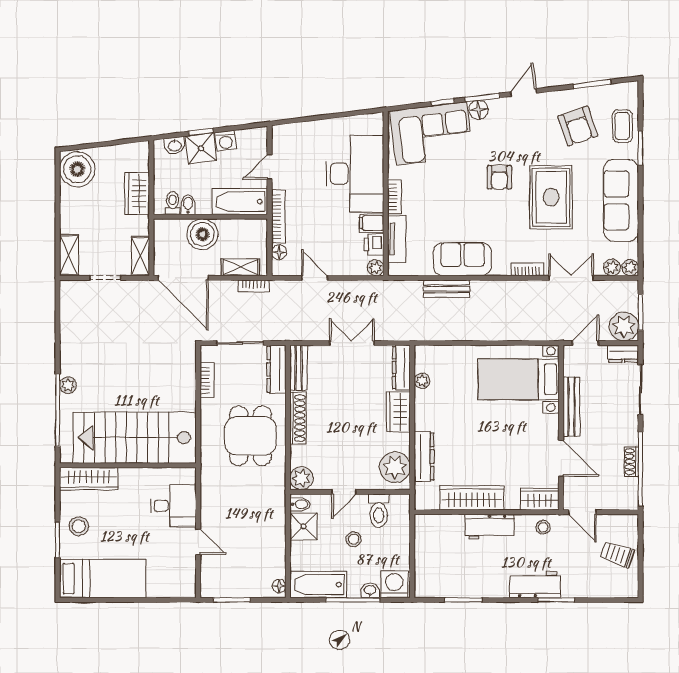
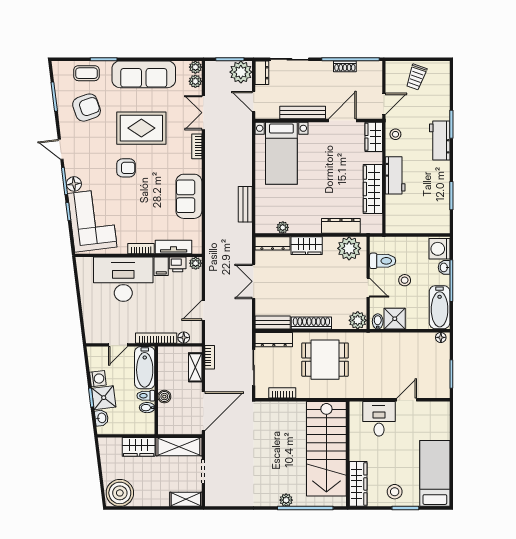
door: (270, 167) -> (118, 345), hinge flipped
toilet: (173, 203) -> (146, 396), moved
boiler: (202, 234) -> (164, 397), width x0.54, depth x0.54
shelving: (140, 256) -> (179, 447), width x1.50, depth x1.33
bench: (447, 289) -> (245, 204), moved

